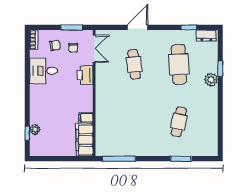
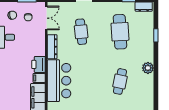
printer: (85, 75) -> (38, 64), moved
plant: (211, 80) -> (148, 68), moved
dresser: (101, 82) -> (52, 47), added
bar counter: (109, 121) -> (59, 81), added

